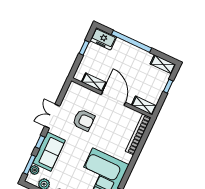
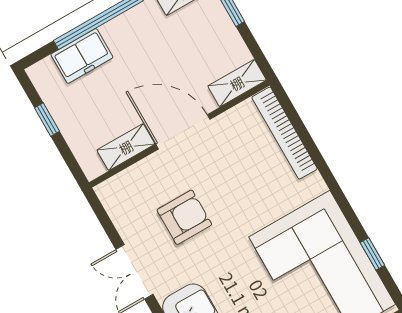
freezer: (103, 39) -> (82, 56), moved

